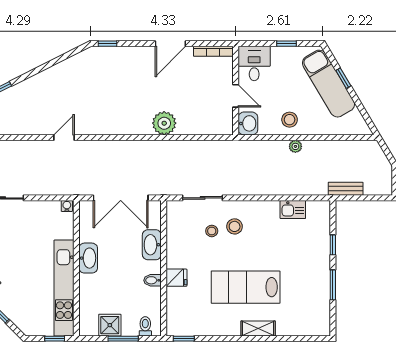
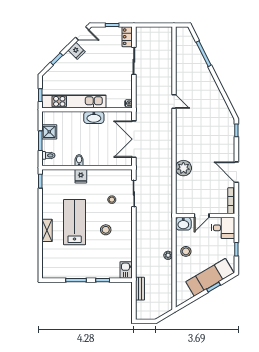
kitchen sink: (293, 210) -> (126, 270), moved
stool: (235, 226) -> (106, 230), moved
washbasin: (152, 245) -> (103, 160), removed

